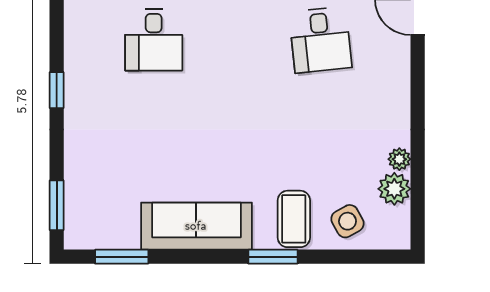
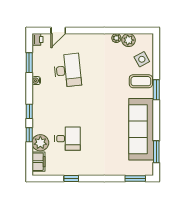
desk: (320, 40) -> (67, 70), width x1.37
window: (57, 90) -> (71, 178), moved
sofa: (196, 226) -> (141, 129), width x1.36, depth x1.27

